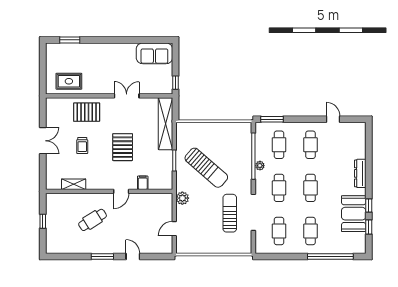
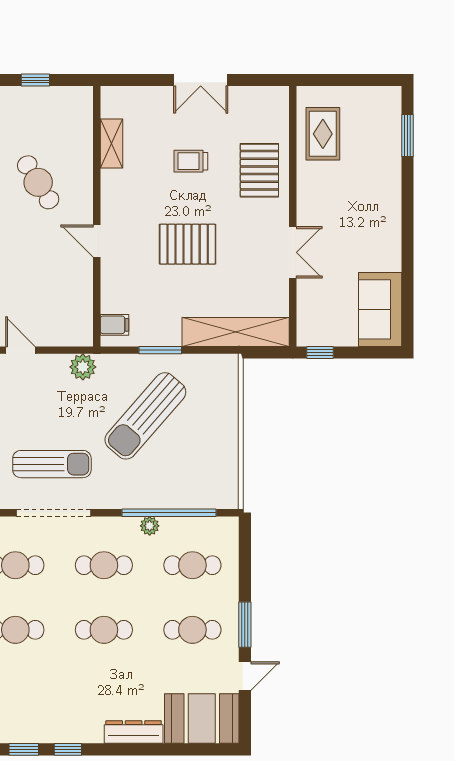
window: (272, 119) -> (245, 625), moved
filing cabinet: (143, 183) -> (114, 325), moved
booth: (354, 214) -> (202, 718), moved

